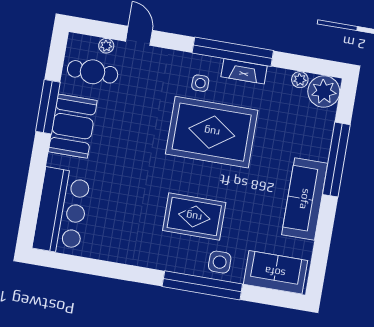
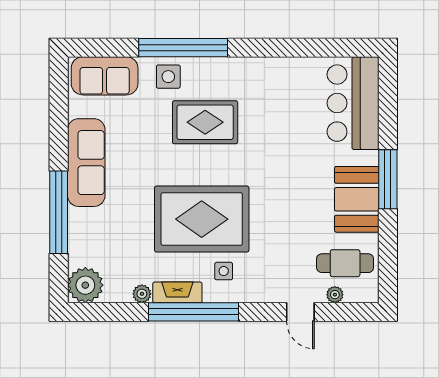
plant: (300, 80) -> (142, 294), moved
window: (48, 107) -> (388, 179), moved

